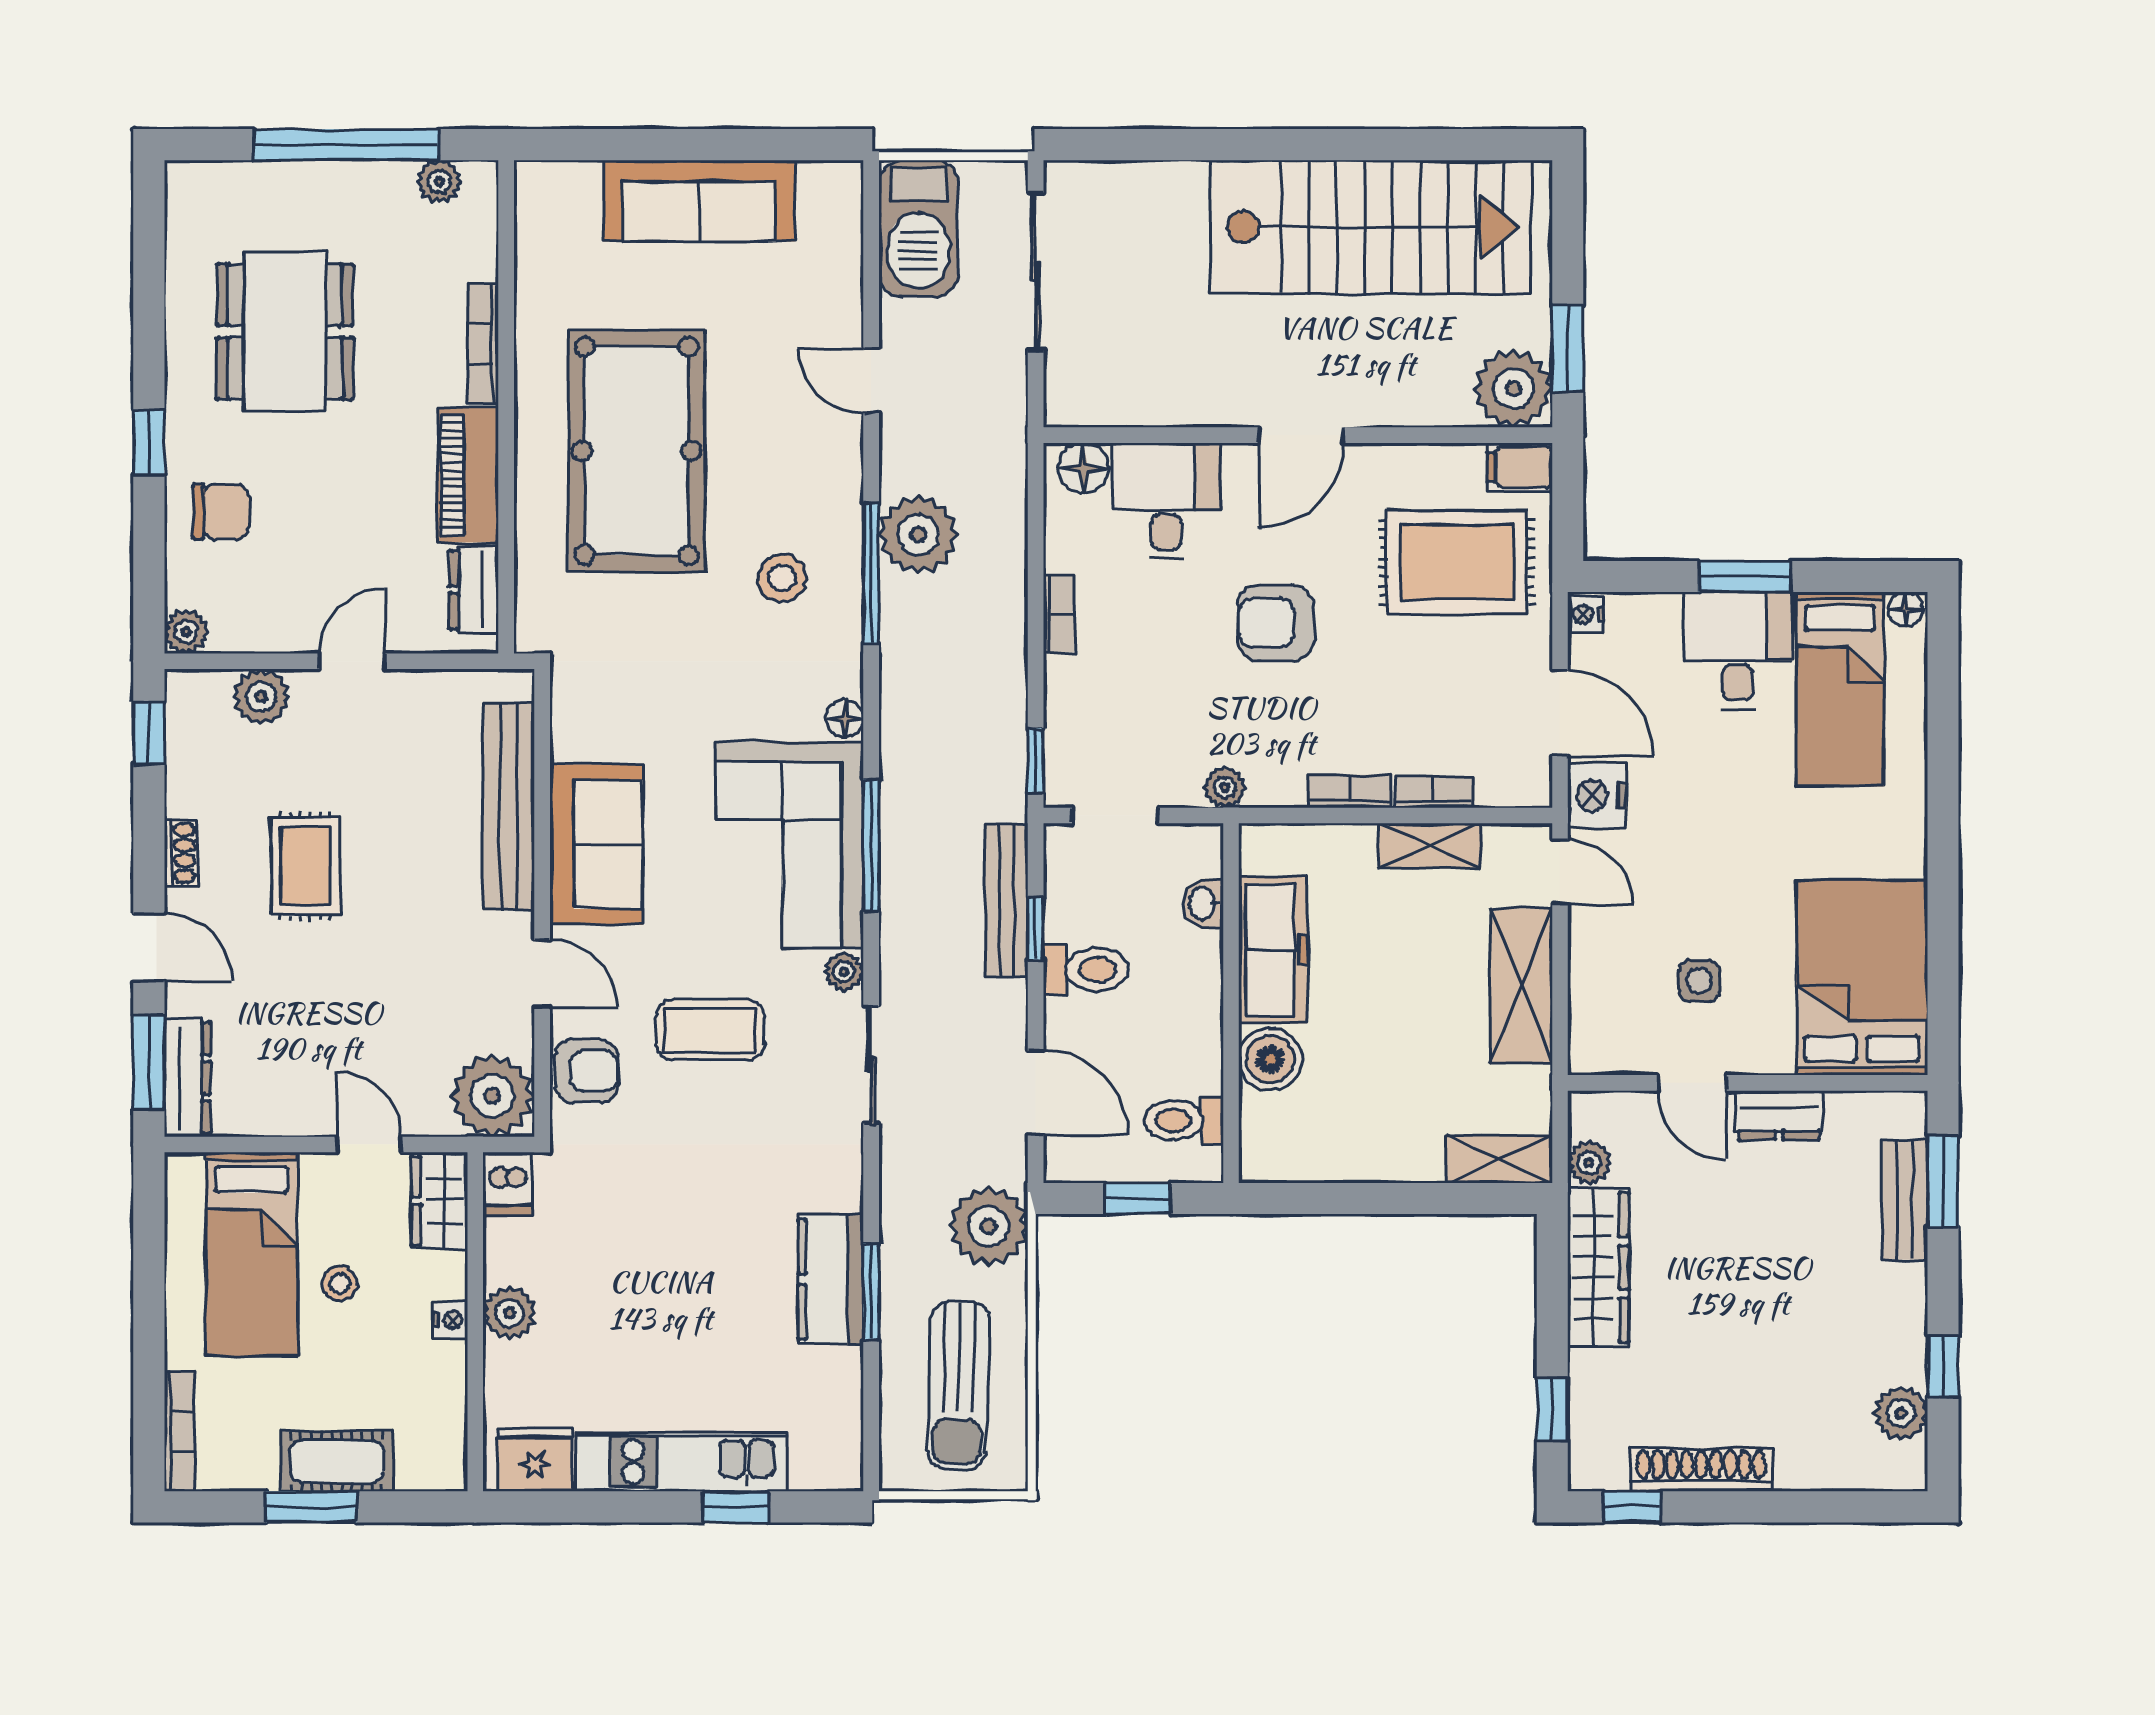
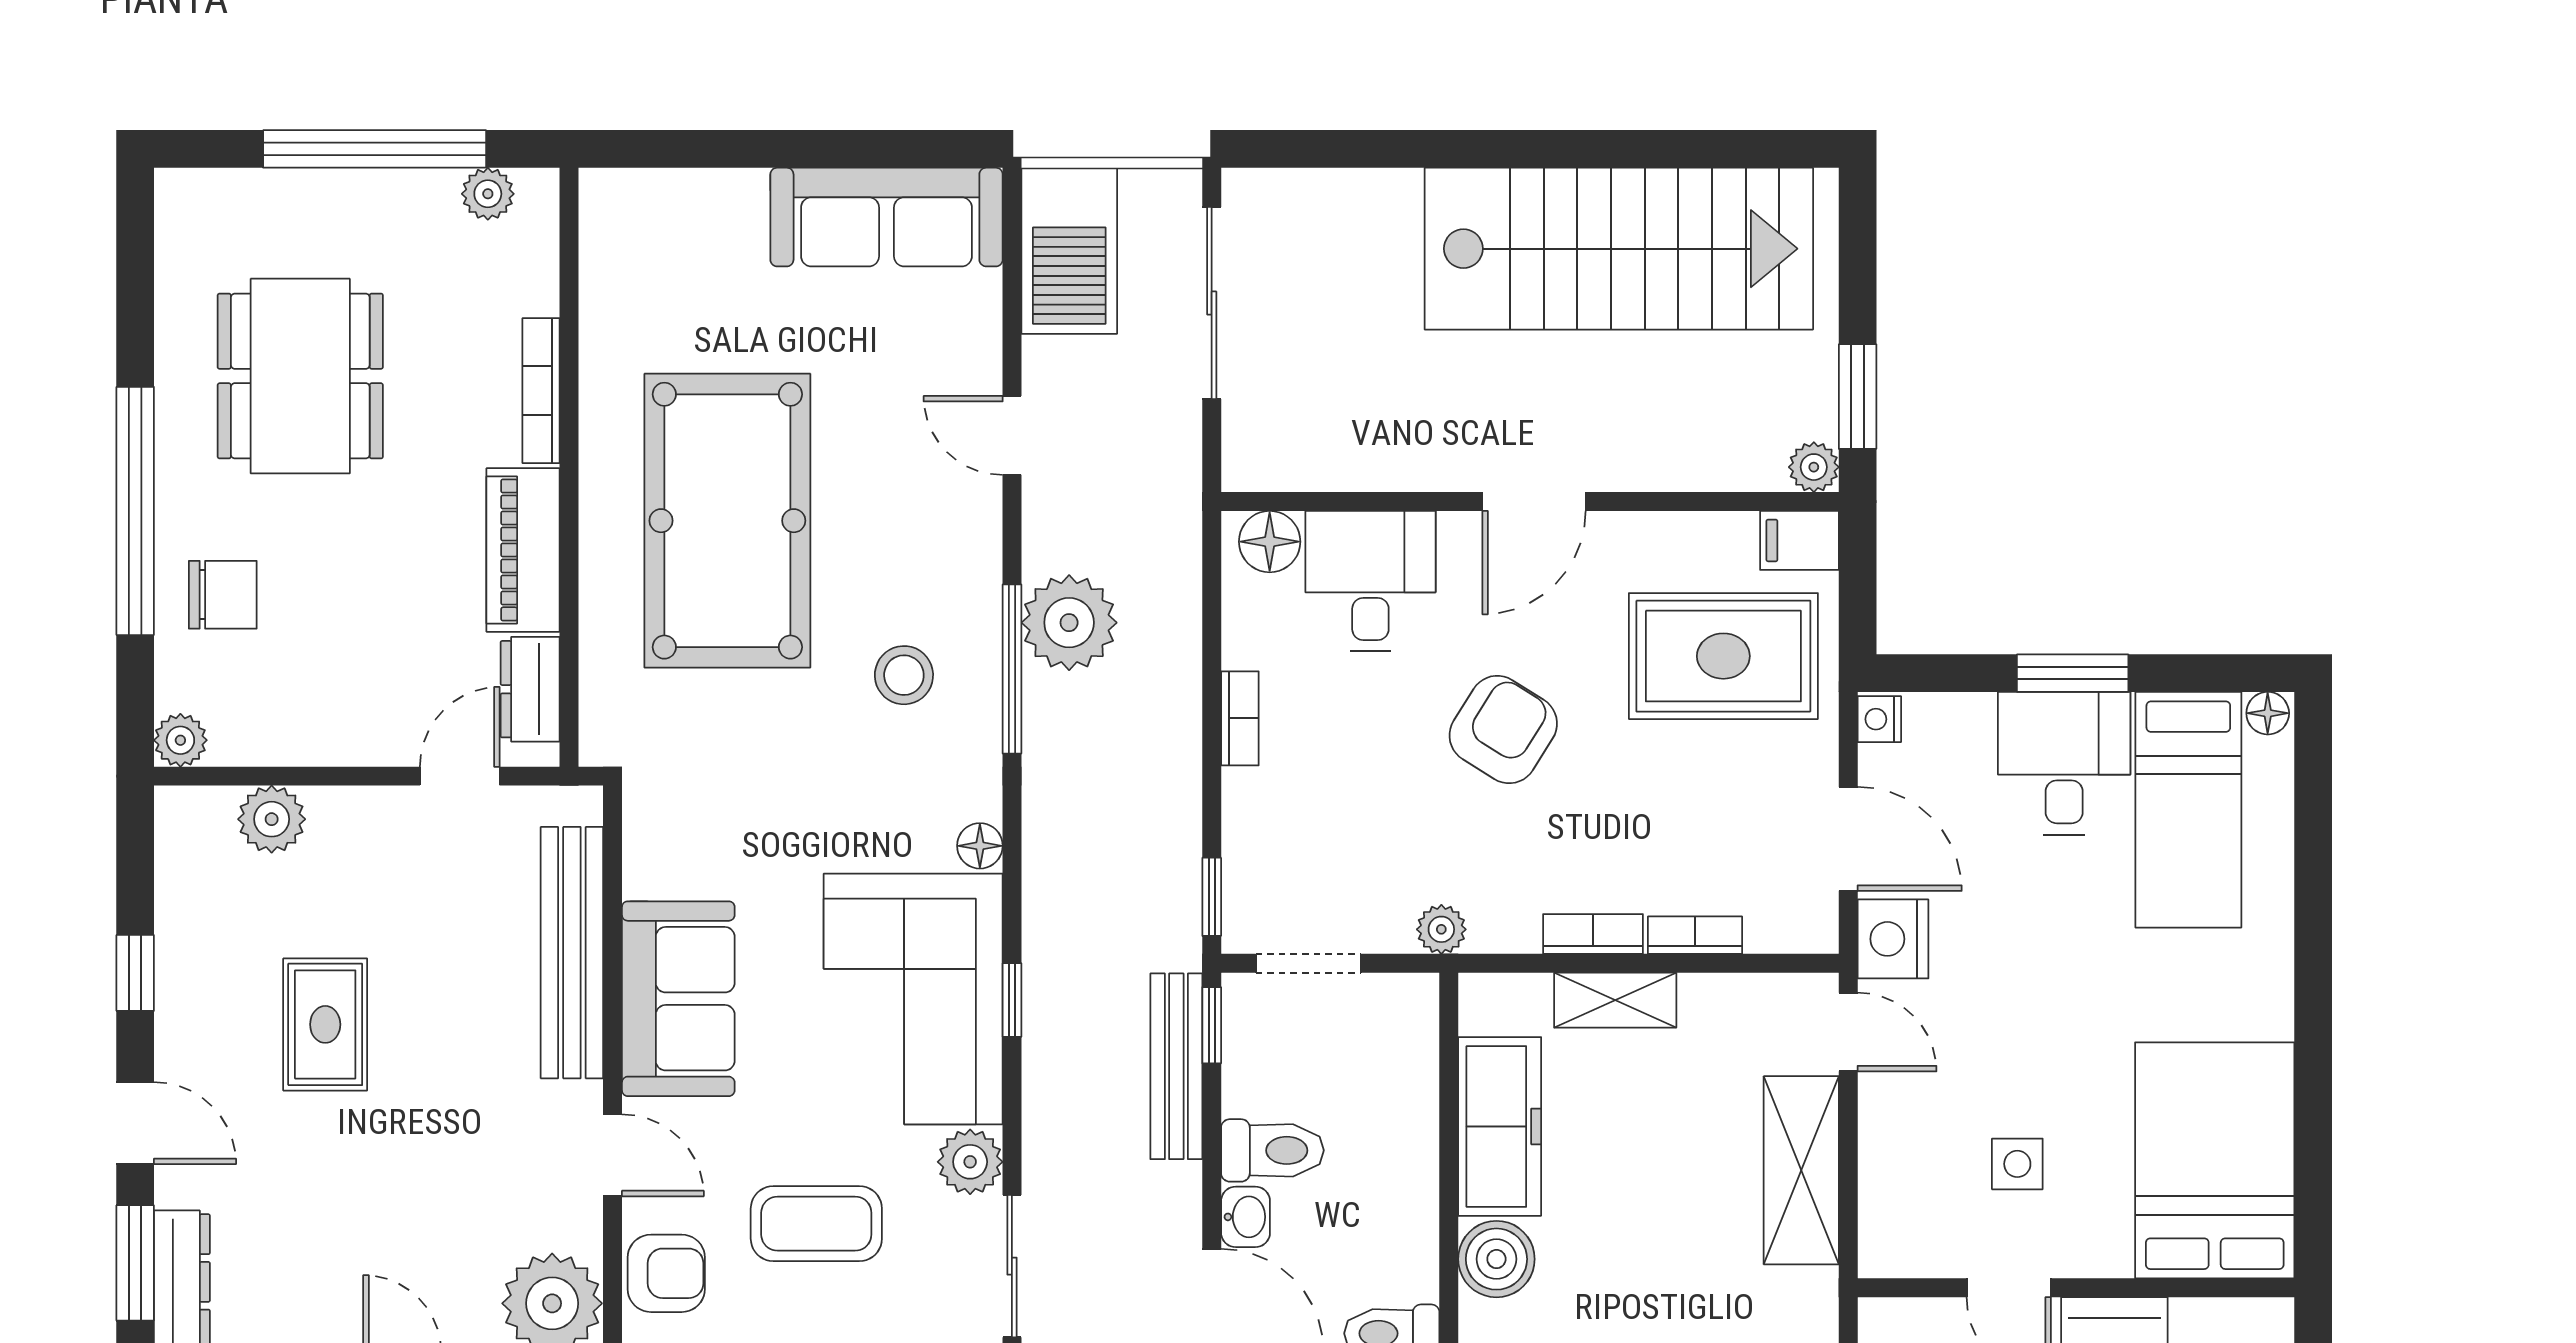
sofa: (699, 201) -> (886, 217), moved
plant: (1514, 389) -> (1814, 467), width x0.53, depth x0.53
window: (149, 443) -> (135, 511), width x3.17
armchair: (1276, 623) -> (1503, 730), turned 122
door: (352, 661) -> (460, 776), moved
window: (149, 733) -> (135, 973), moved
window: (871, 846) -> (1012, 1000), width x0.46
shelving: (1430, 846) -> (1615, 1000), moved
shoe rack: (181, 853) -> (174, 1009), removed
washbasin: (1203, 904) -> (1246, 1217), moved, turned 180
window: (1036, 928) -> (1212, 1025), moved
plant: (844, 972) -> (970, 1162), width x1.38, depth x1.38

